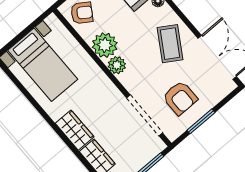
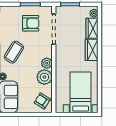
armchair: (180, 98) -> (31, 23), turned 90

